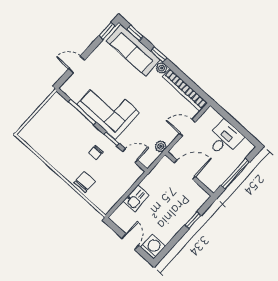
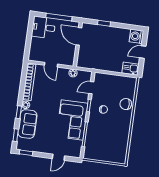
sofa: (133, 50) -> (27, 124), width x0.73
door: (77, 64) -> (58, 157), hinge flipped
desk: (224, 139) -> (44, 27), moved
door: (130, 156) -> (91, 88), hinge flipped
door: (185, 170) -> (79, 36), moved
kitchen sink: (136, 198) -> (131, 69), moved

